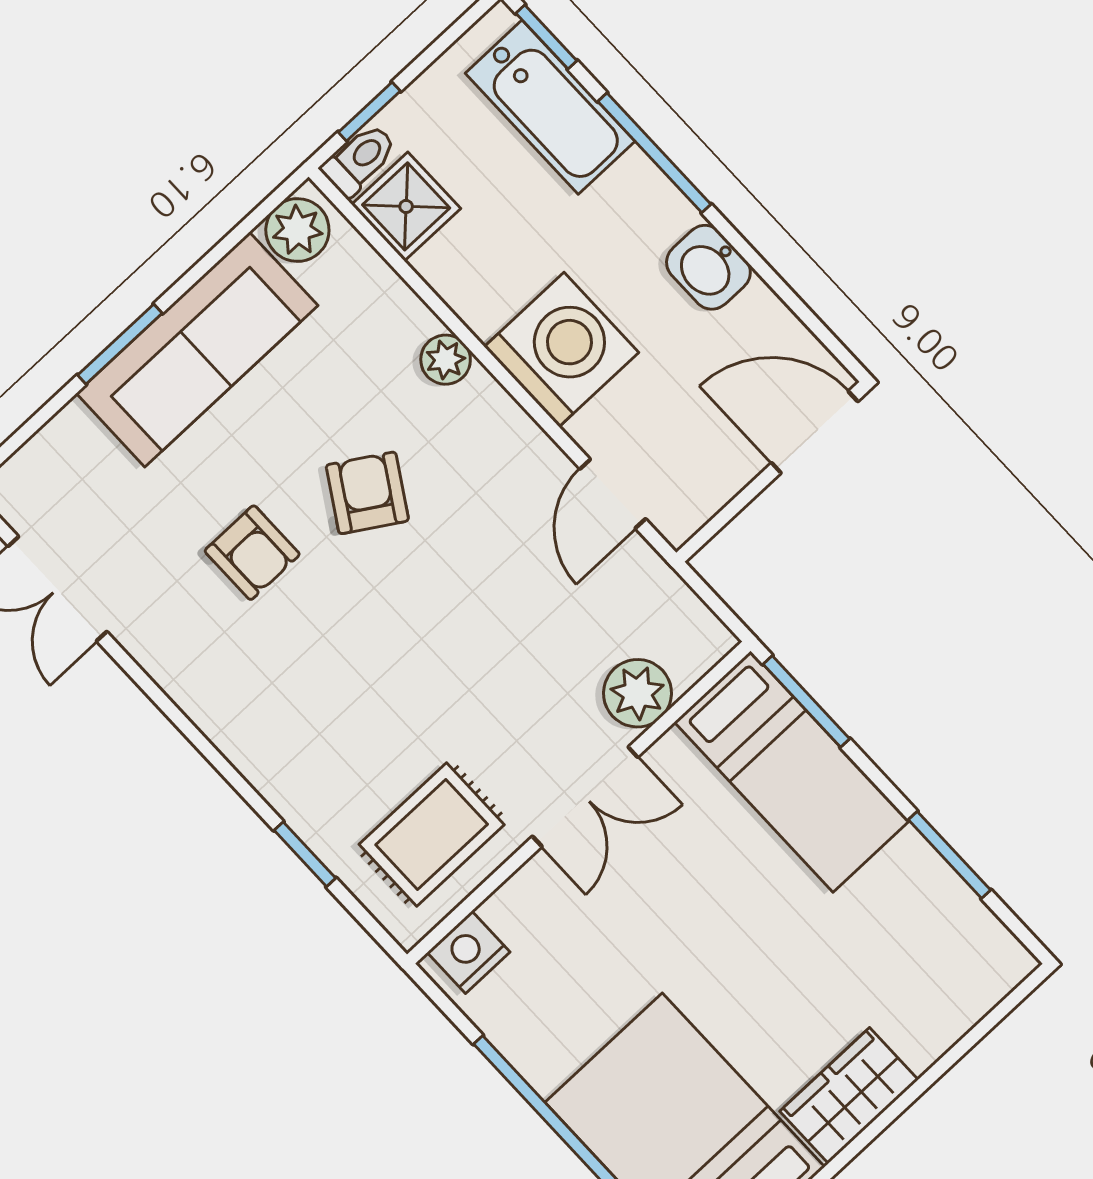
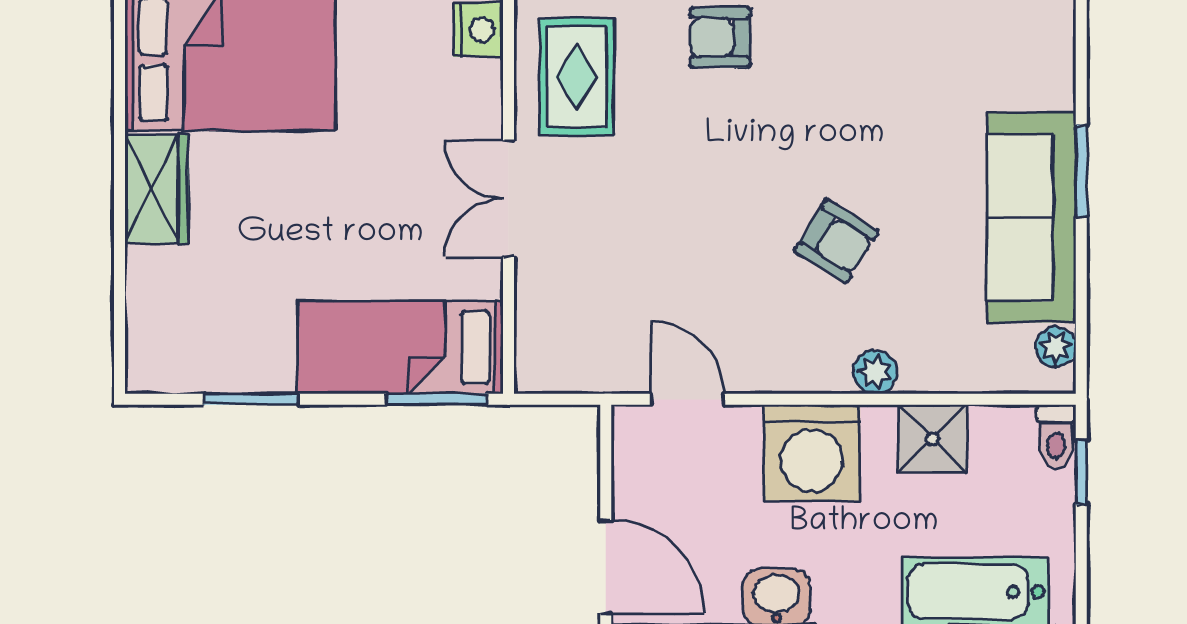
shower: (406, 206) -> (932, 439), moved
plant: (297, 230) -> (1056, 347), width x0.73, depth x0.73
door: (815, 432) -> (606, 567), hinge flipped
armchair: (252, 553) -> (720, 37), moved
plant: (638, 693) -> (544, 295), removed

